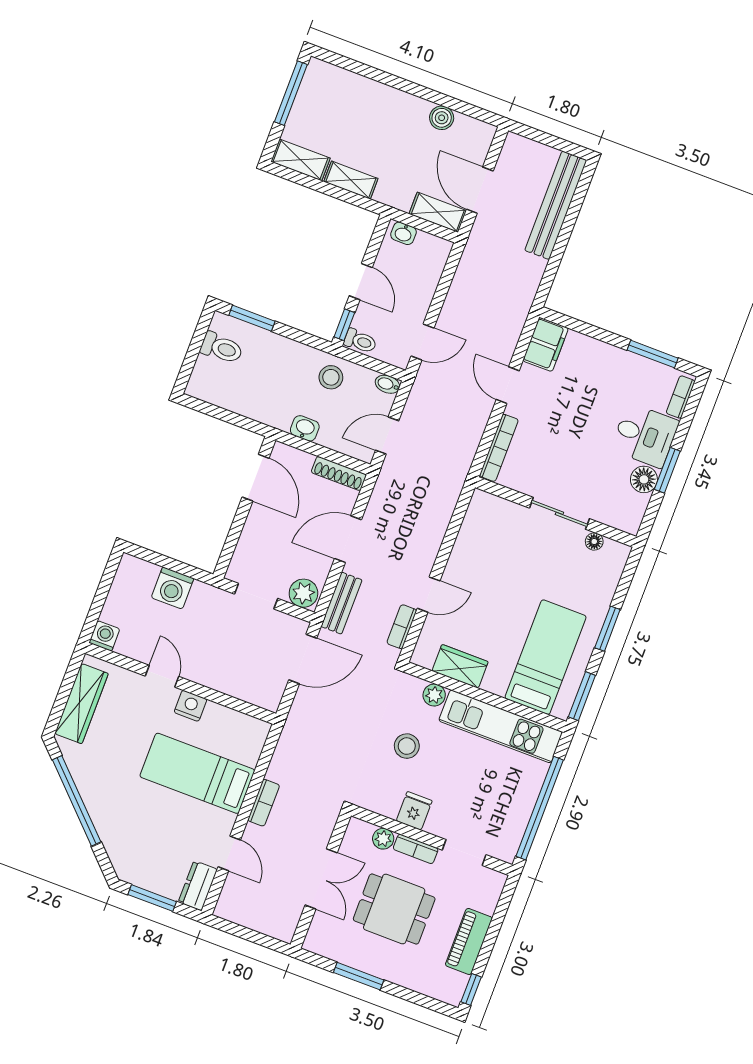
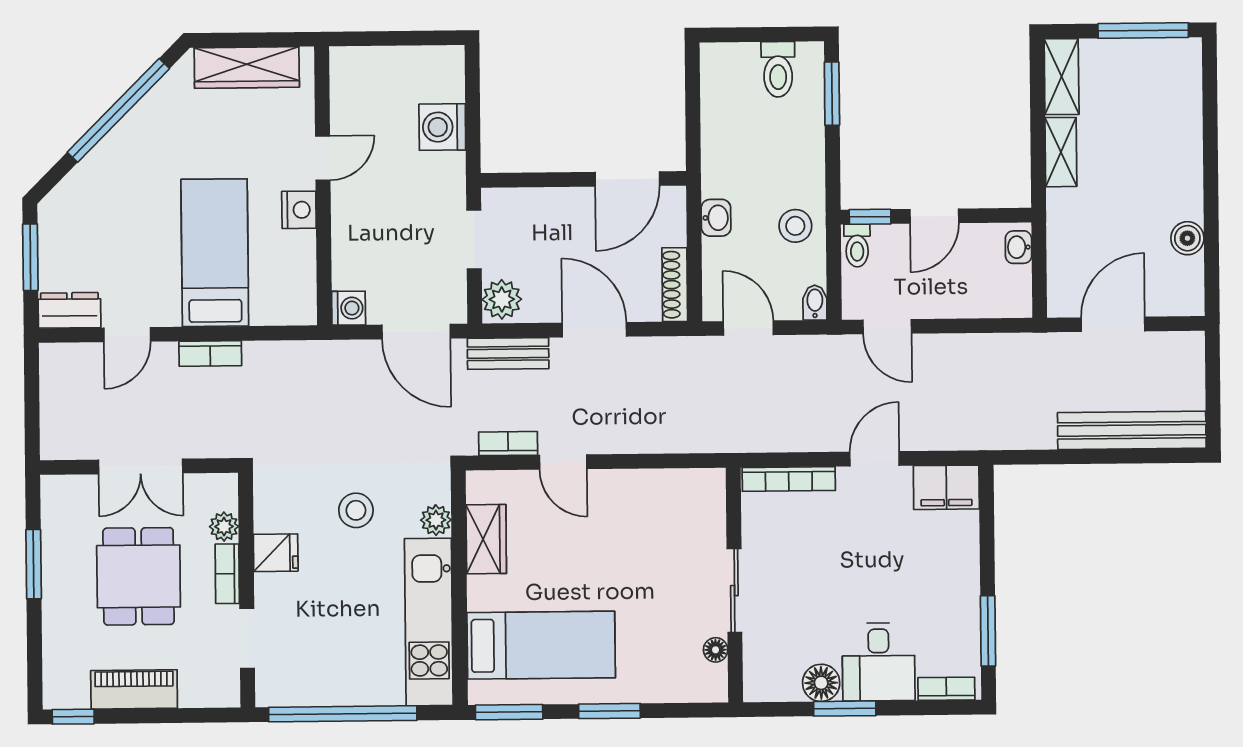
shelving: (438, 212) -> (1063, 281), removed
washing machine: (104, 636) -> (349, 308), moved

